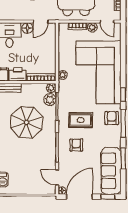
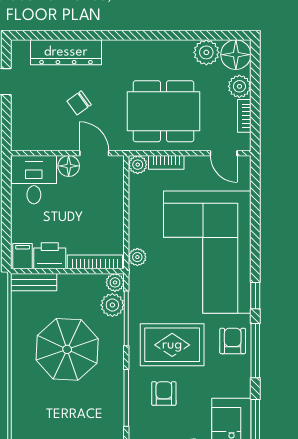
door: (41, 22) -> (94, 153), swing flipped
plant: (92, 27) -> (138, 165), moved
rug: (81, 120) -> (172, 345), width x1.36, depth x1.43

